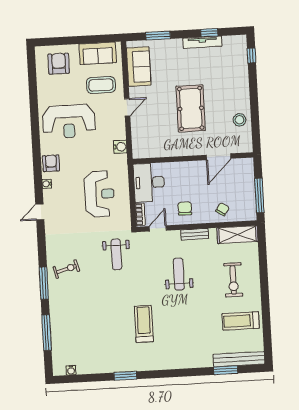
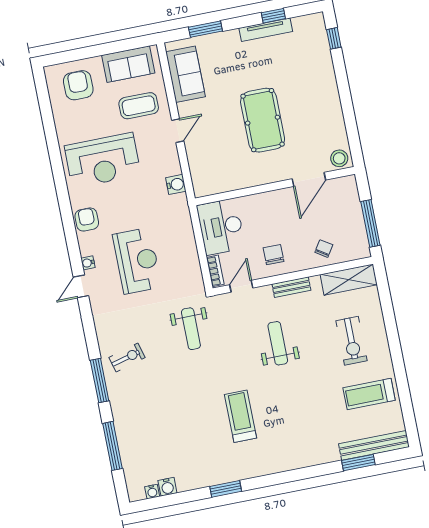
stool: (239, 120) -> (339, 158), moved
water cooler: (47, 184) -> (88, 263), moved
reception desk: (99, 194) -> (137, 261), moved
water cooler: (83, 368) -> (167, 487), added

